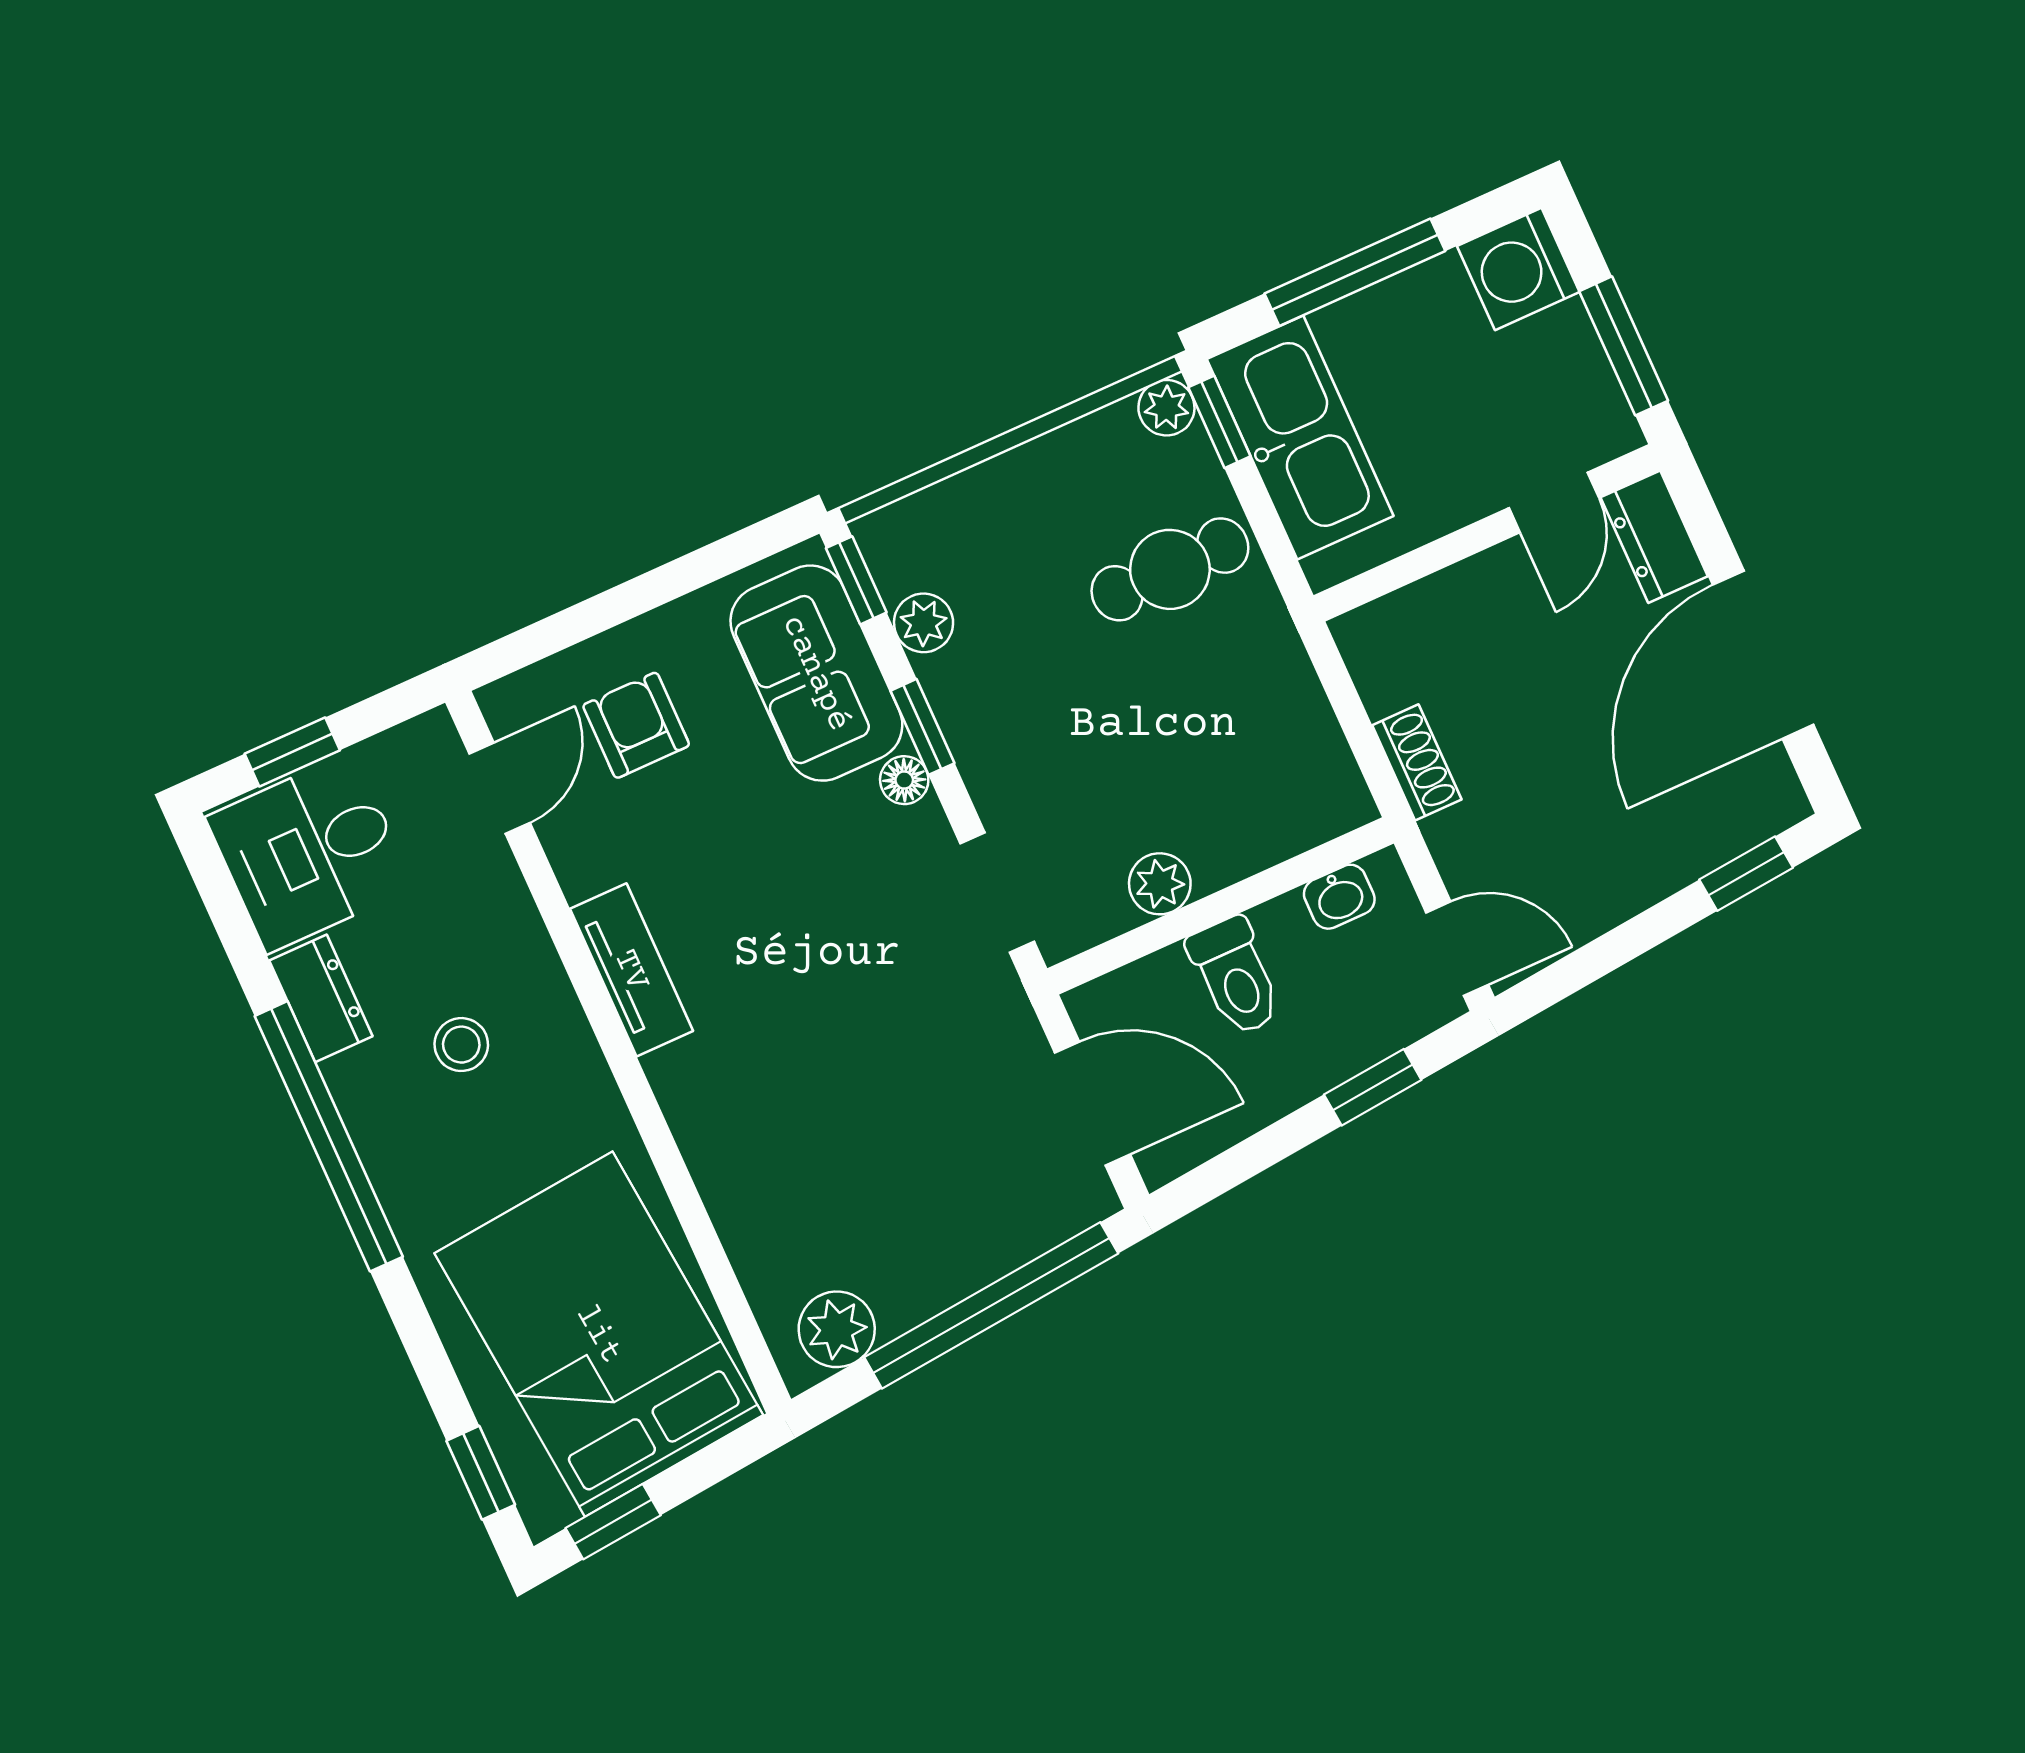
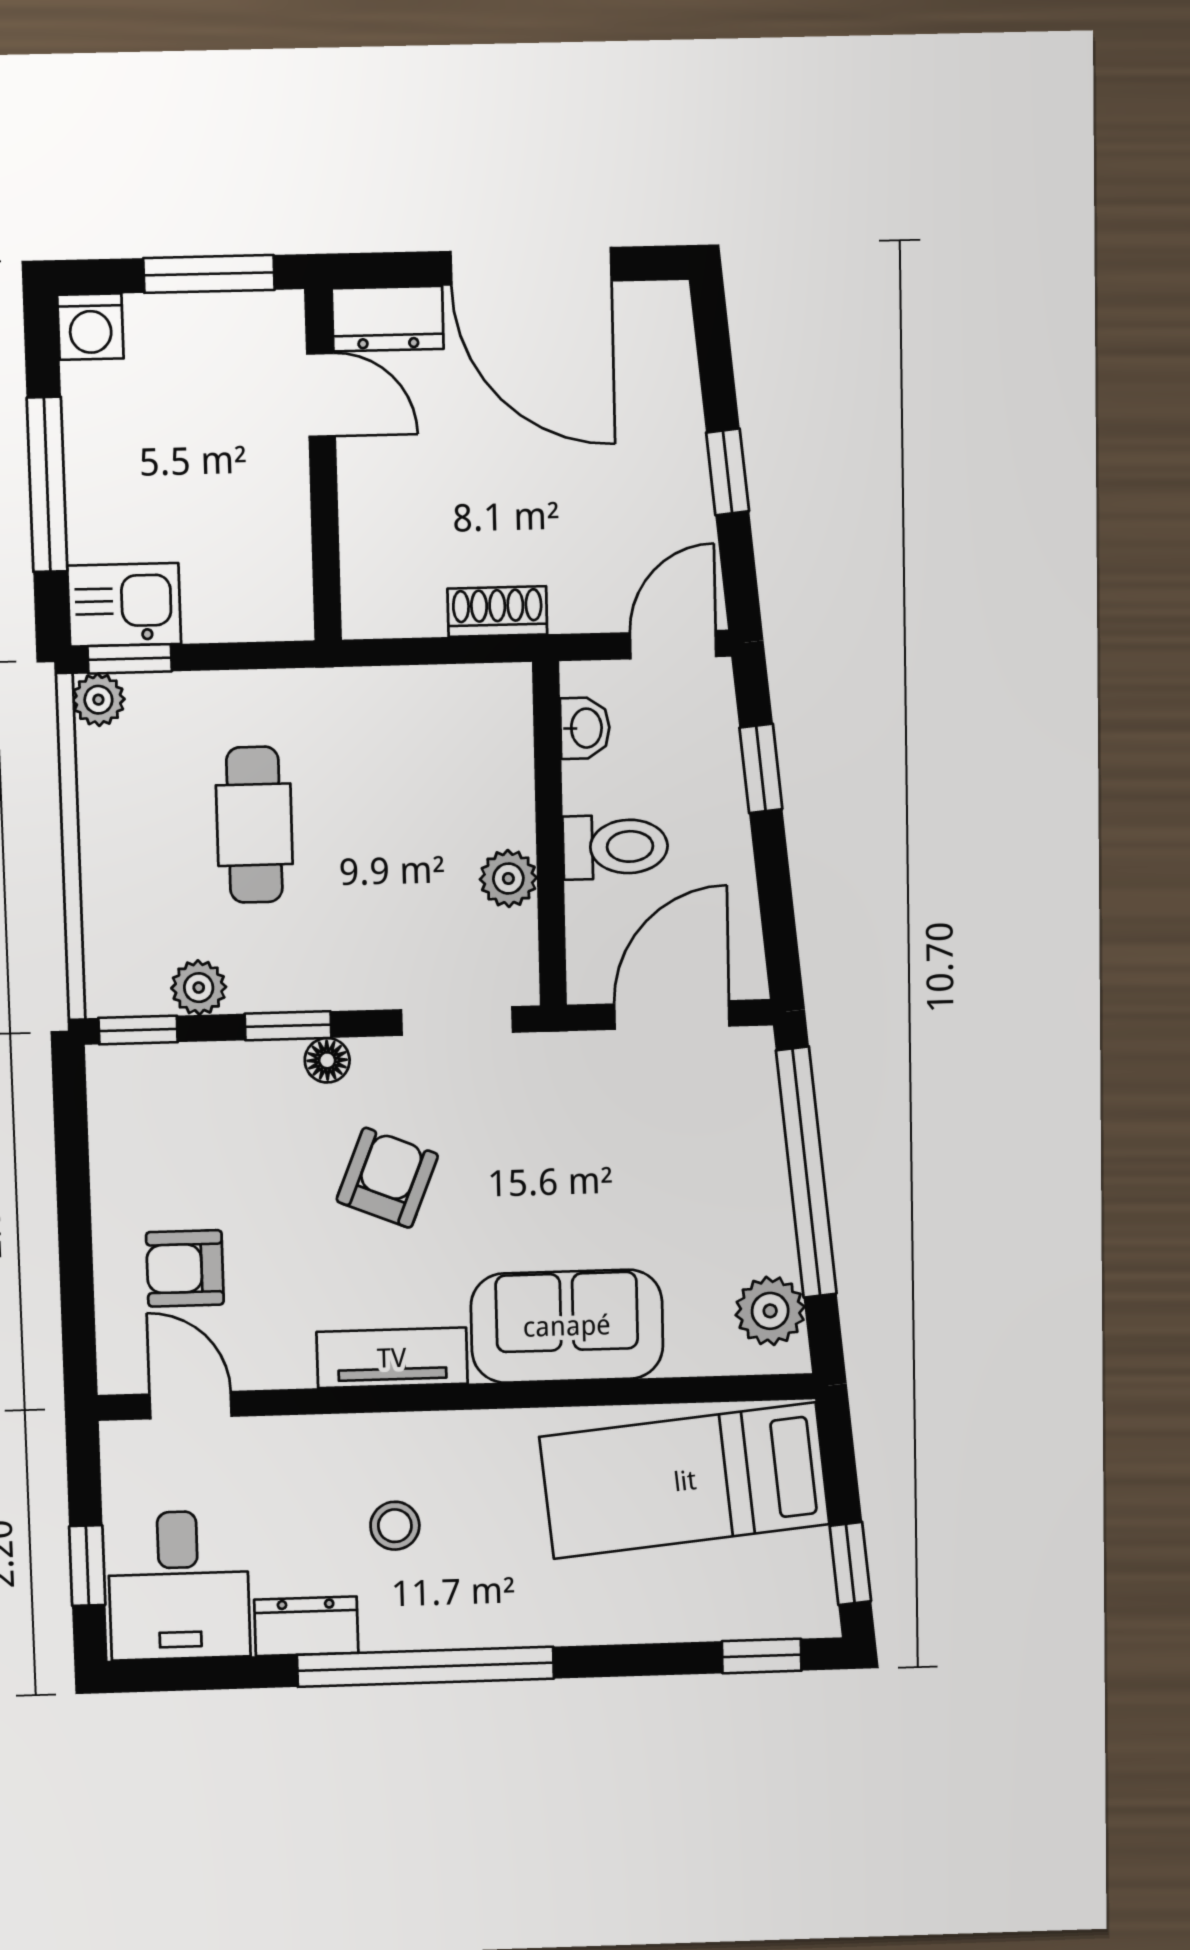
washing machine: (1518, 269) -> (90, 327), width x0.73, depth x0.73
kitchen sink: (1300, 438) -> (124, 605), width x0.53, depth x0.81
cafe table: (1170, 569) -> (254, 825), moved
sofa: (816, 673) -> (567, 1326), moved, turned 180
window: (1746, 874) -> (728, 472), moved
armchair: (811, 889) -> (387, 1178), added
bed: (599, 1334) -> (685, 1481), width x0.67

